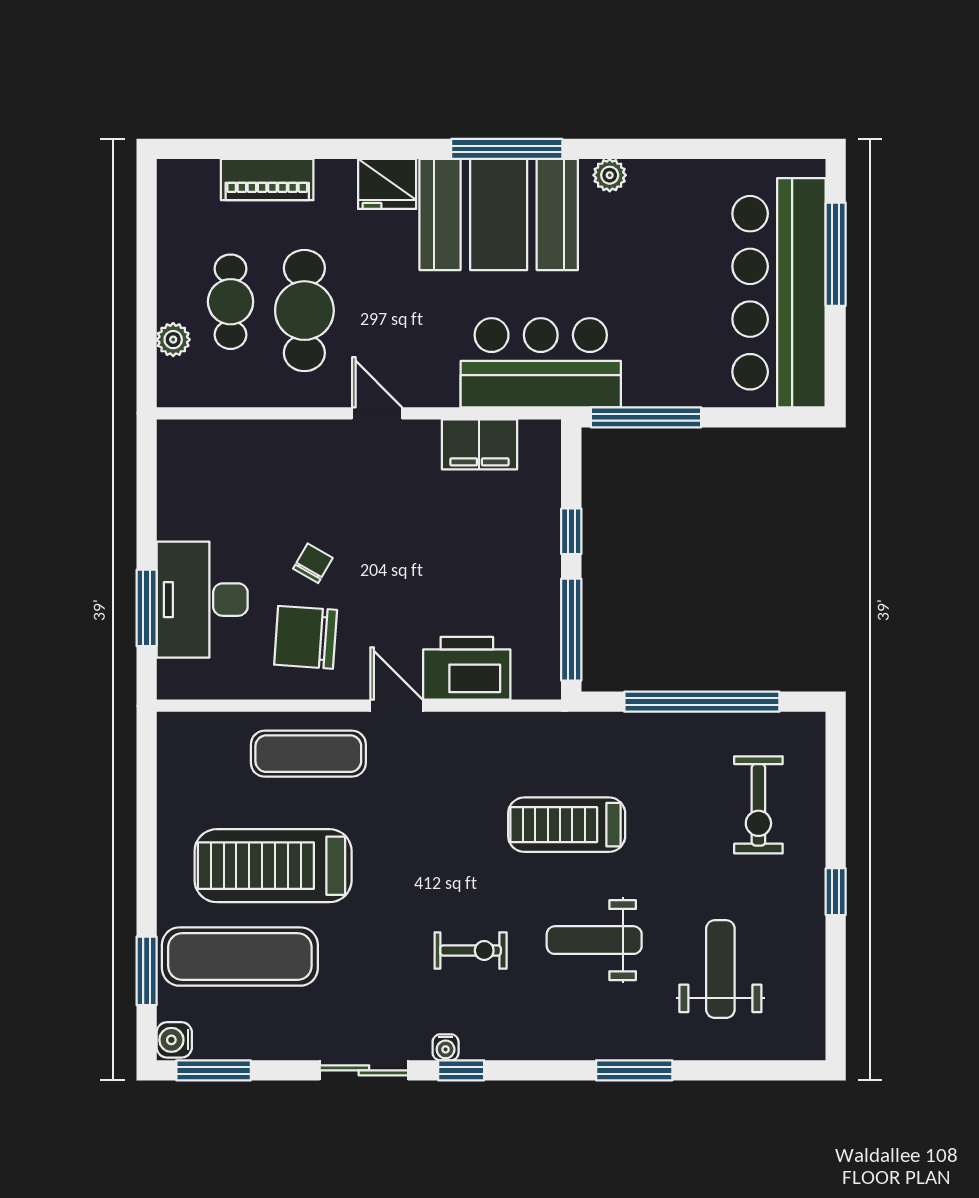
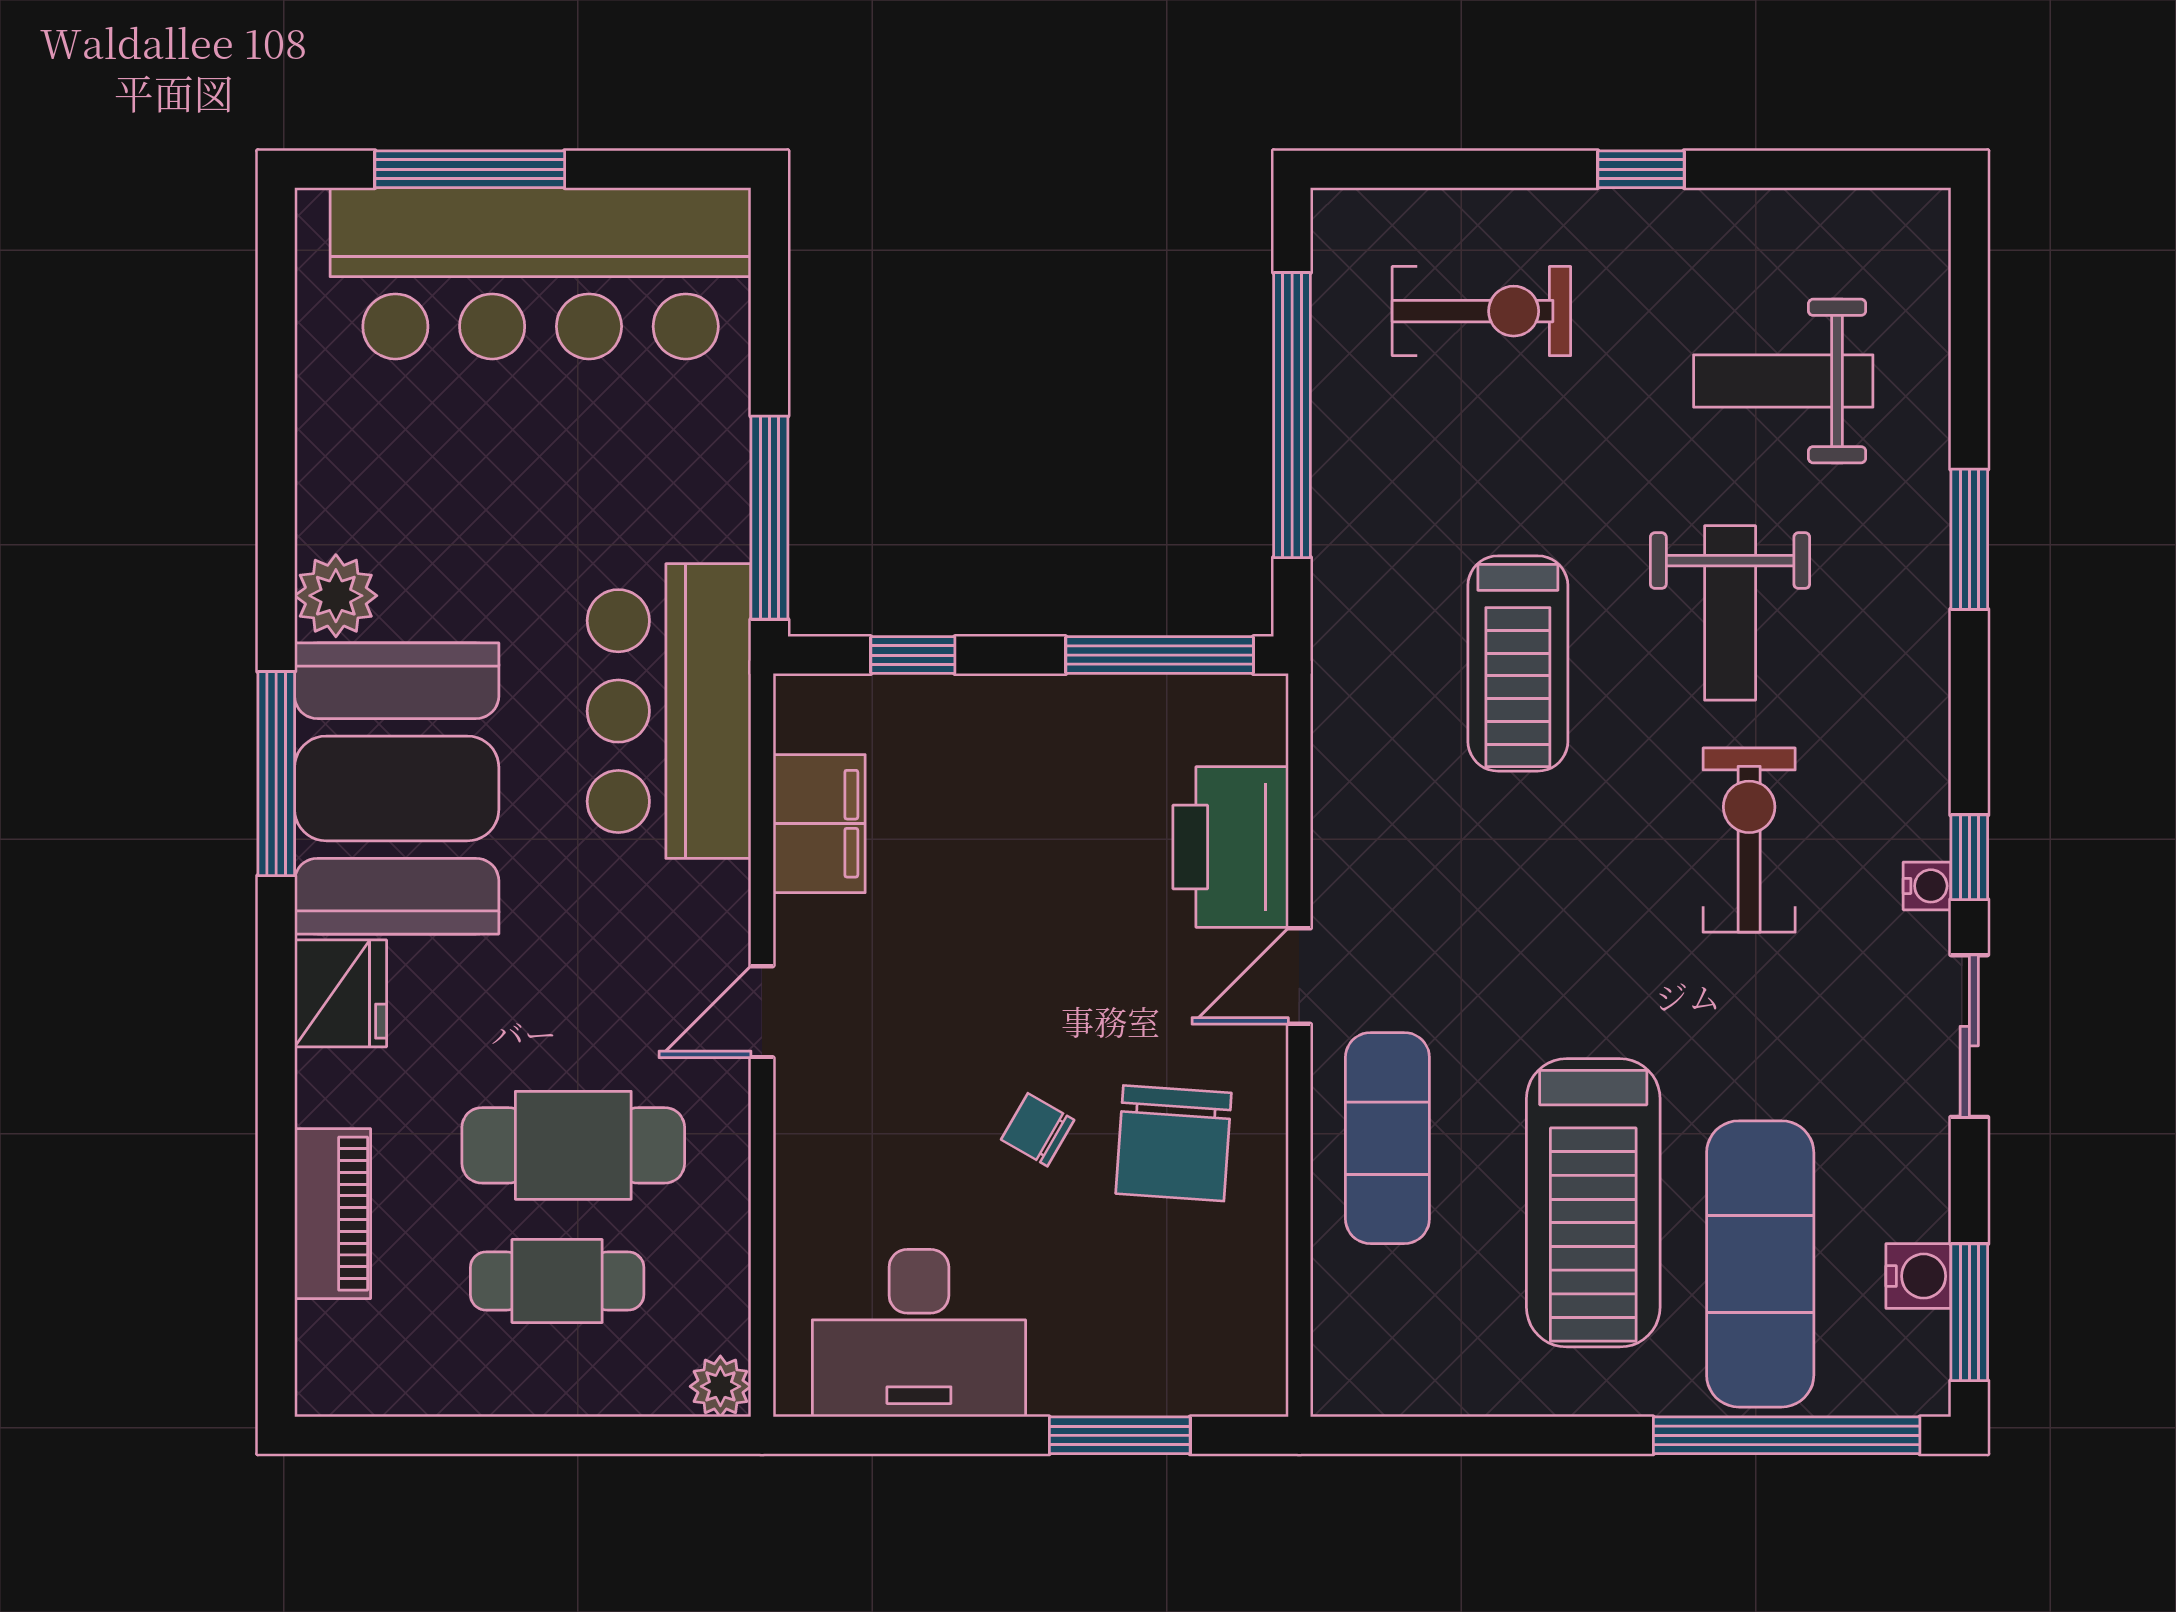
plant: (610, 175) -> (336, 596), width x1.38, depth x1.38
plant: (173, 340) -> (720, 1386), moved
window: (571, 531) -> (913, 655), moved
desk: (202, 600) -> (919, 1333), moved
exercise bike: (471, 950) -> (1749, 840), width x1.38, depth x1.39
window: (147, 971) -> (1787, 1435), width x2.11
water cooler: (174, 1040) -> (1918, 1276), moved, turned -90

